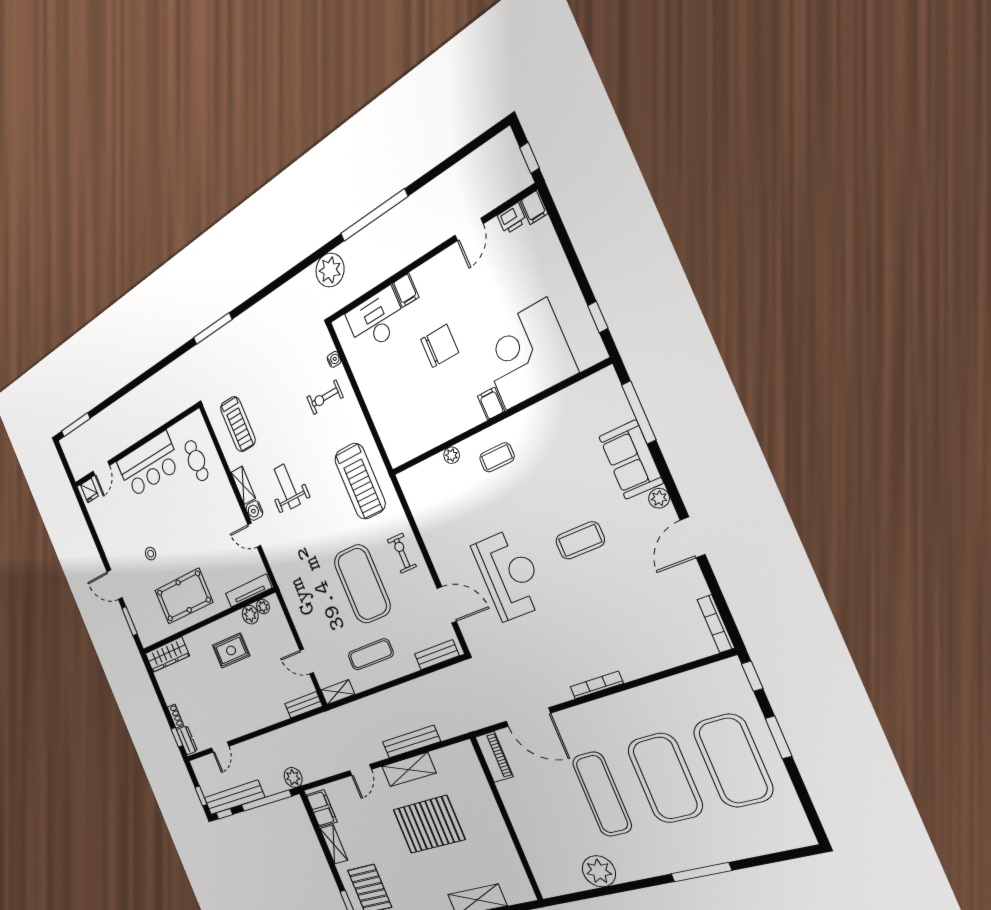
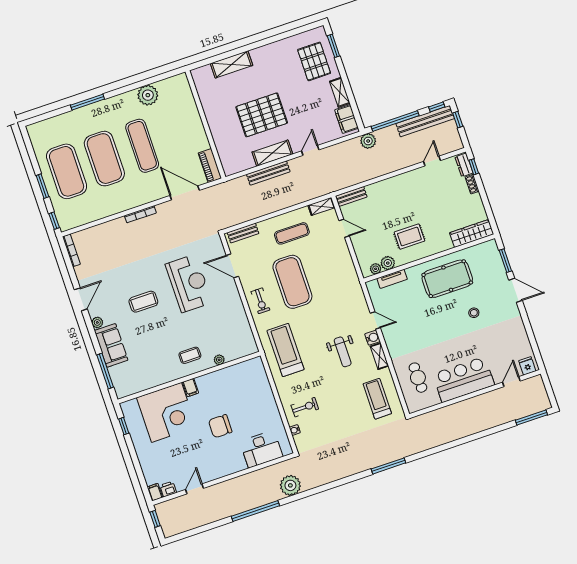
filing cabinet: (406, 290) -> (239, 463), removed
reception desk: (509, 575) -> (189, 283), turned 180
tv unit: (249, 591) -> (392, 279), width x0.71

